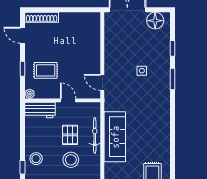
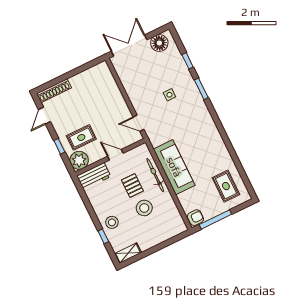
door: (22, 35) -> (44, 116), hinge flipped
plant: (30, 94) -> (79, 160), width x1.87, depth x1.87

